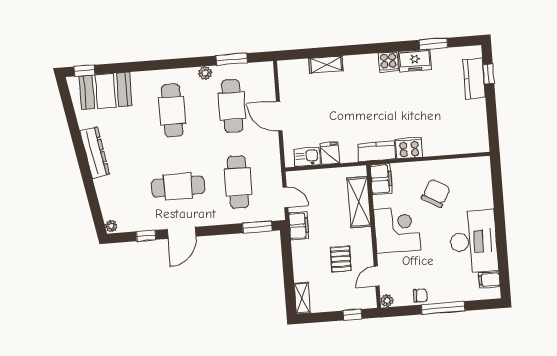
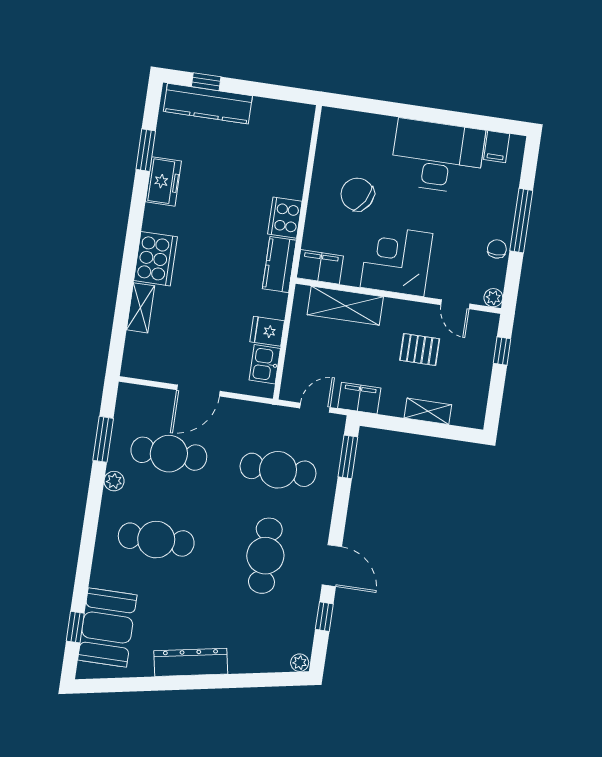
cooker: (388, 62) -> (156, 259), moved, width x1.87, depth x1.31
window: (84, 71) -> (75, 627), moved
kitchen counter: (474, 79) -> (208, 104), width x1.50
shelving: (302, 298) -> (428, 411), moved

